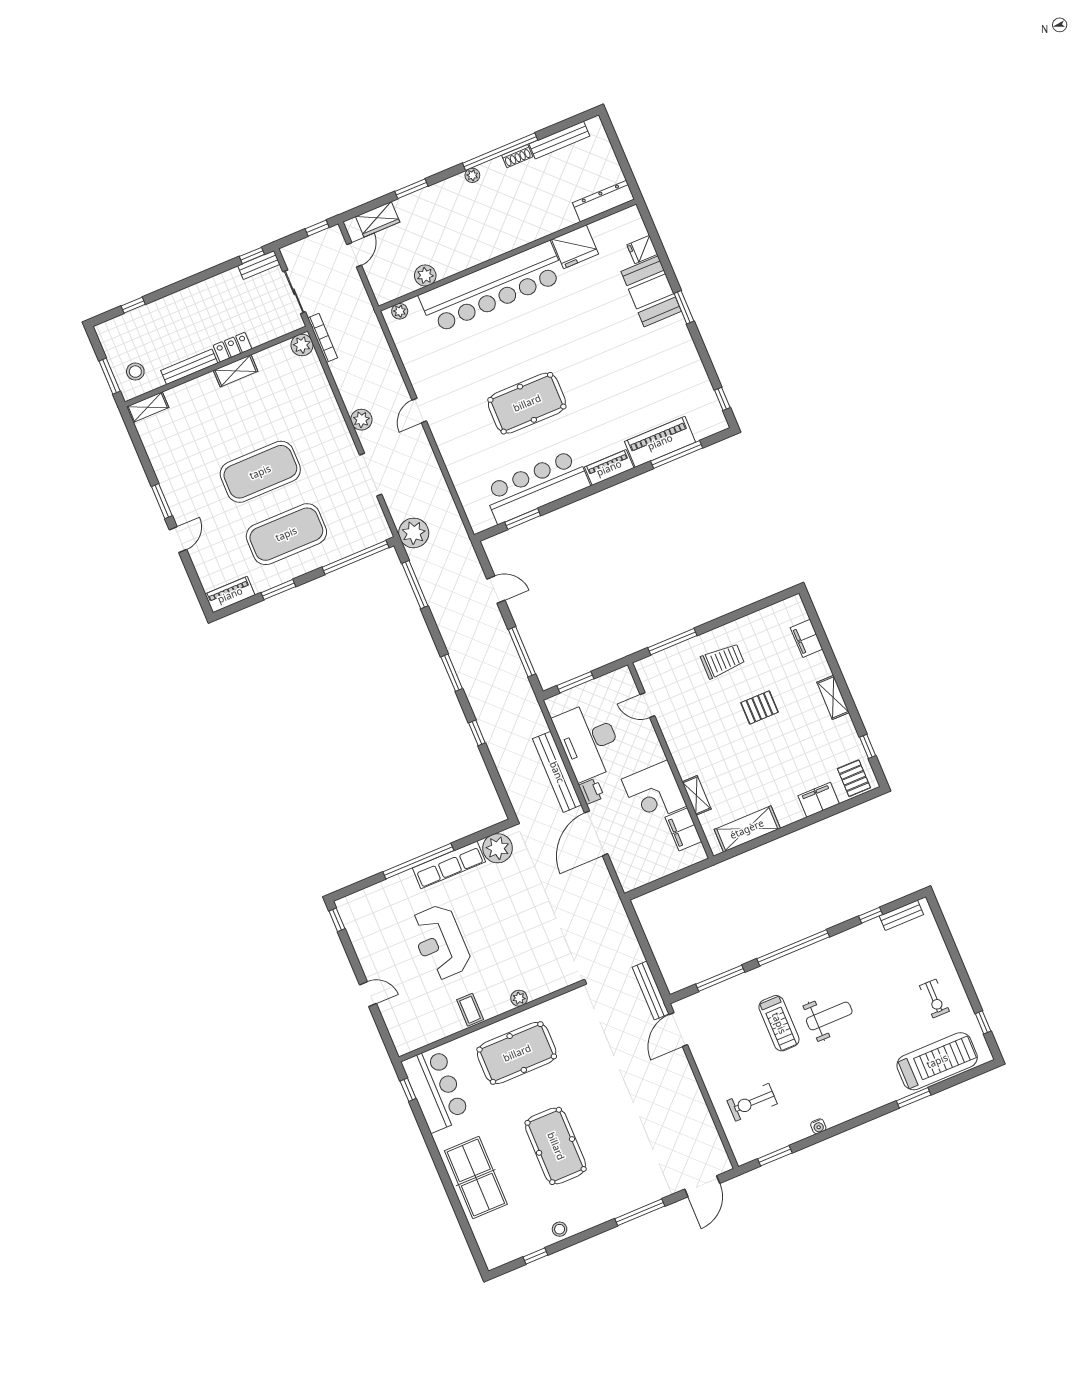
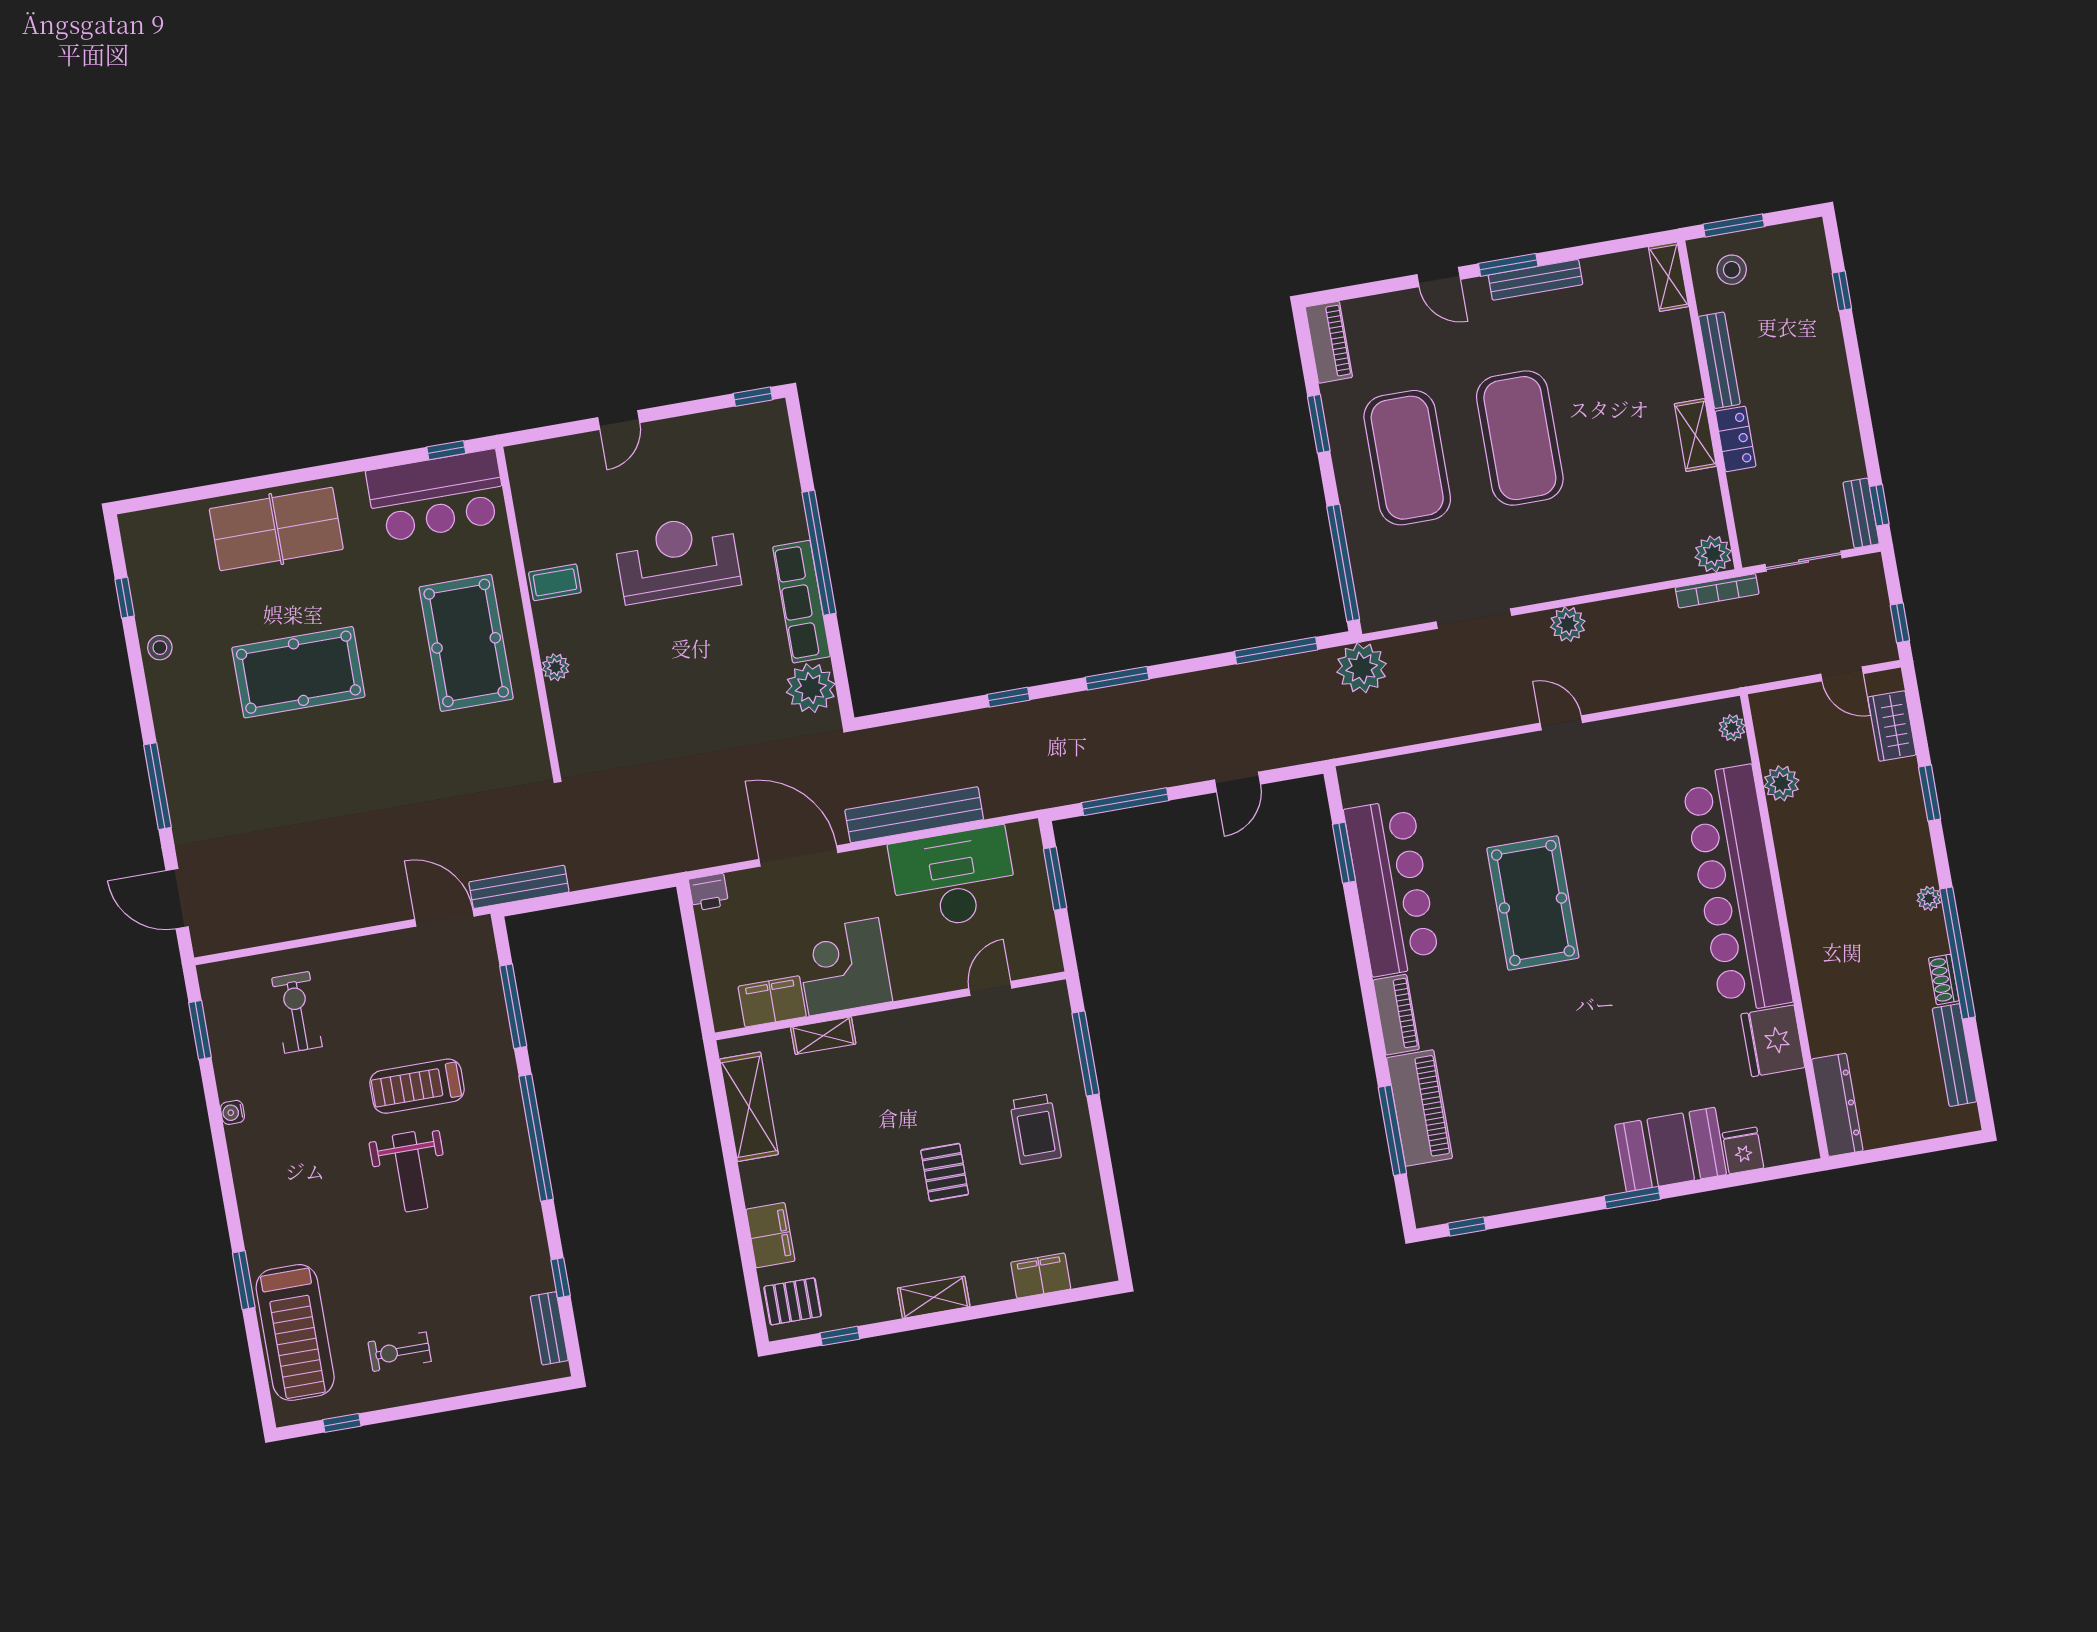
bench: (167, 483) -> (1535, 280), added
printer: (591, 791) -> (709, 892), moved

